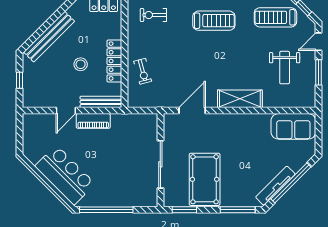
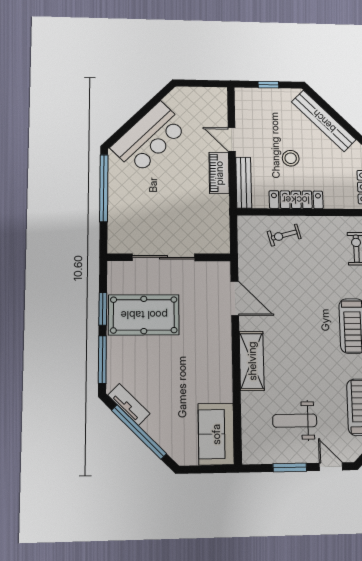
tv unit: (275, 186) -> (129, 404), width x0.71
window: (184, 210) -> (103, 309), moved

